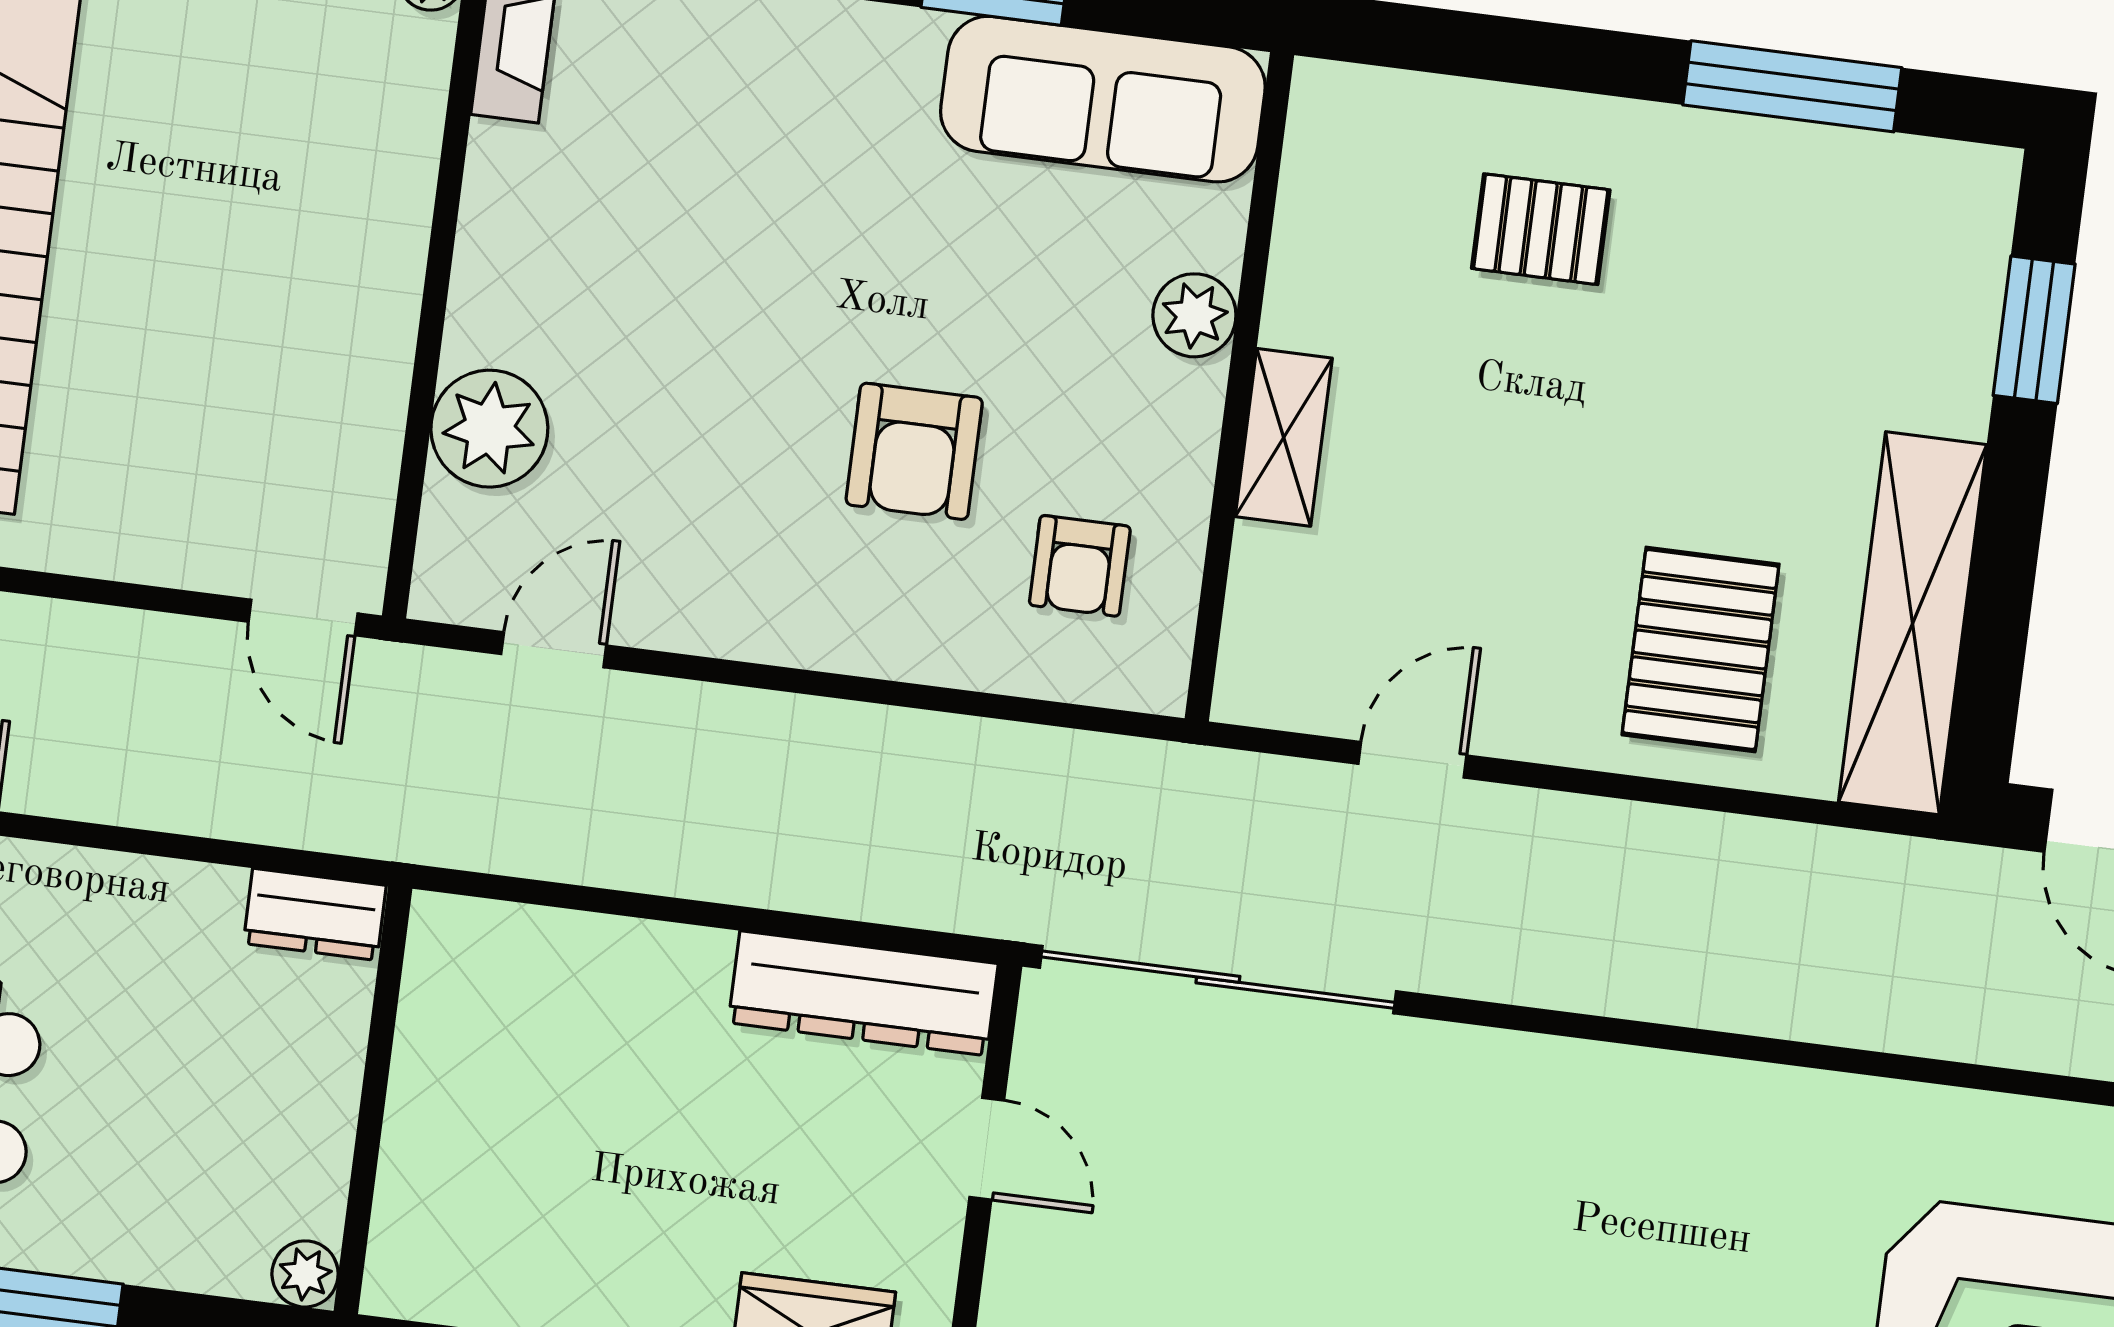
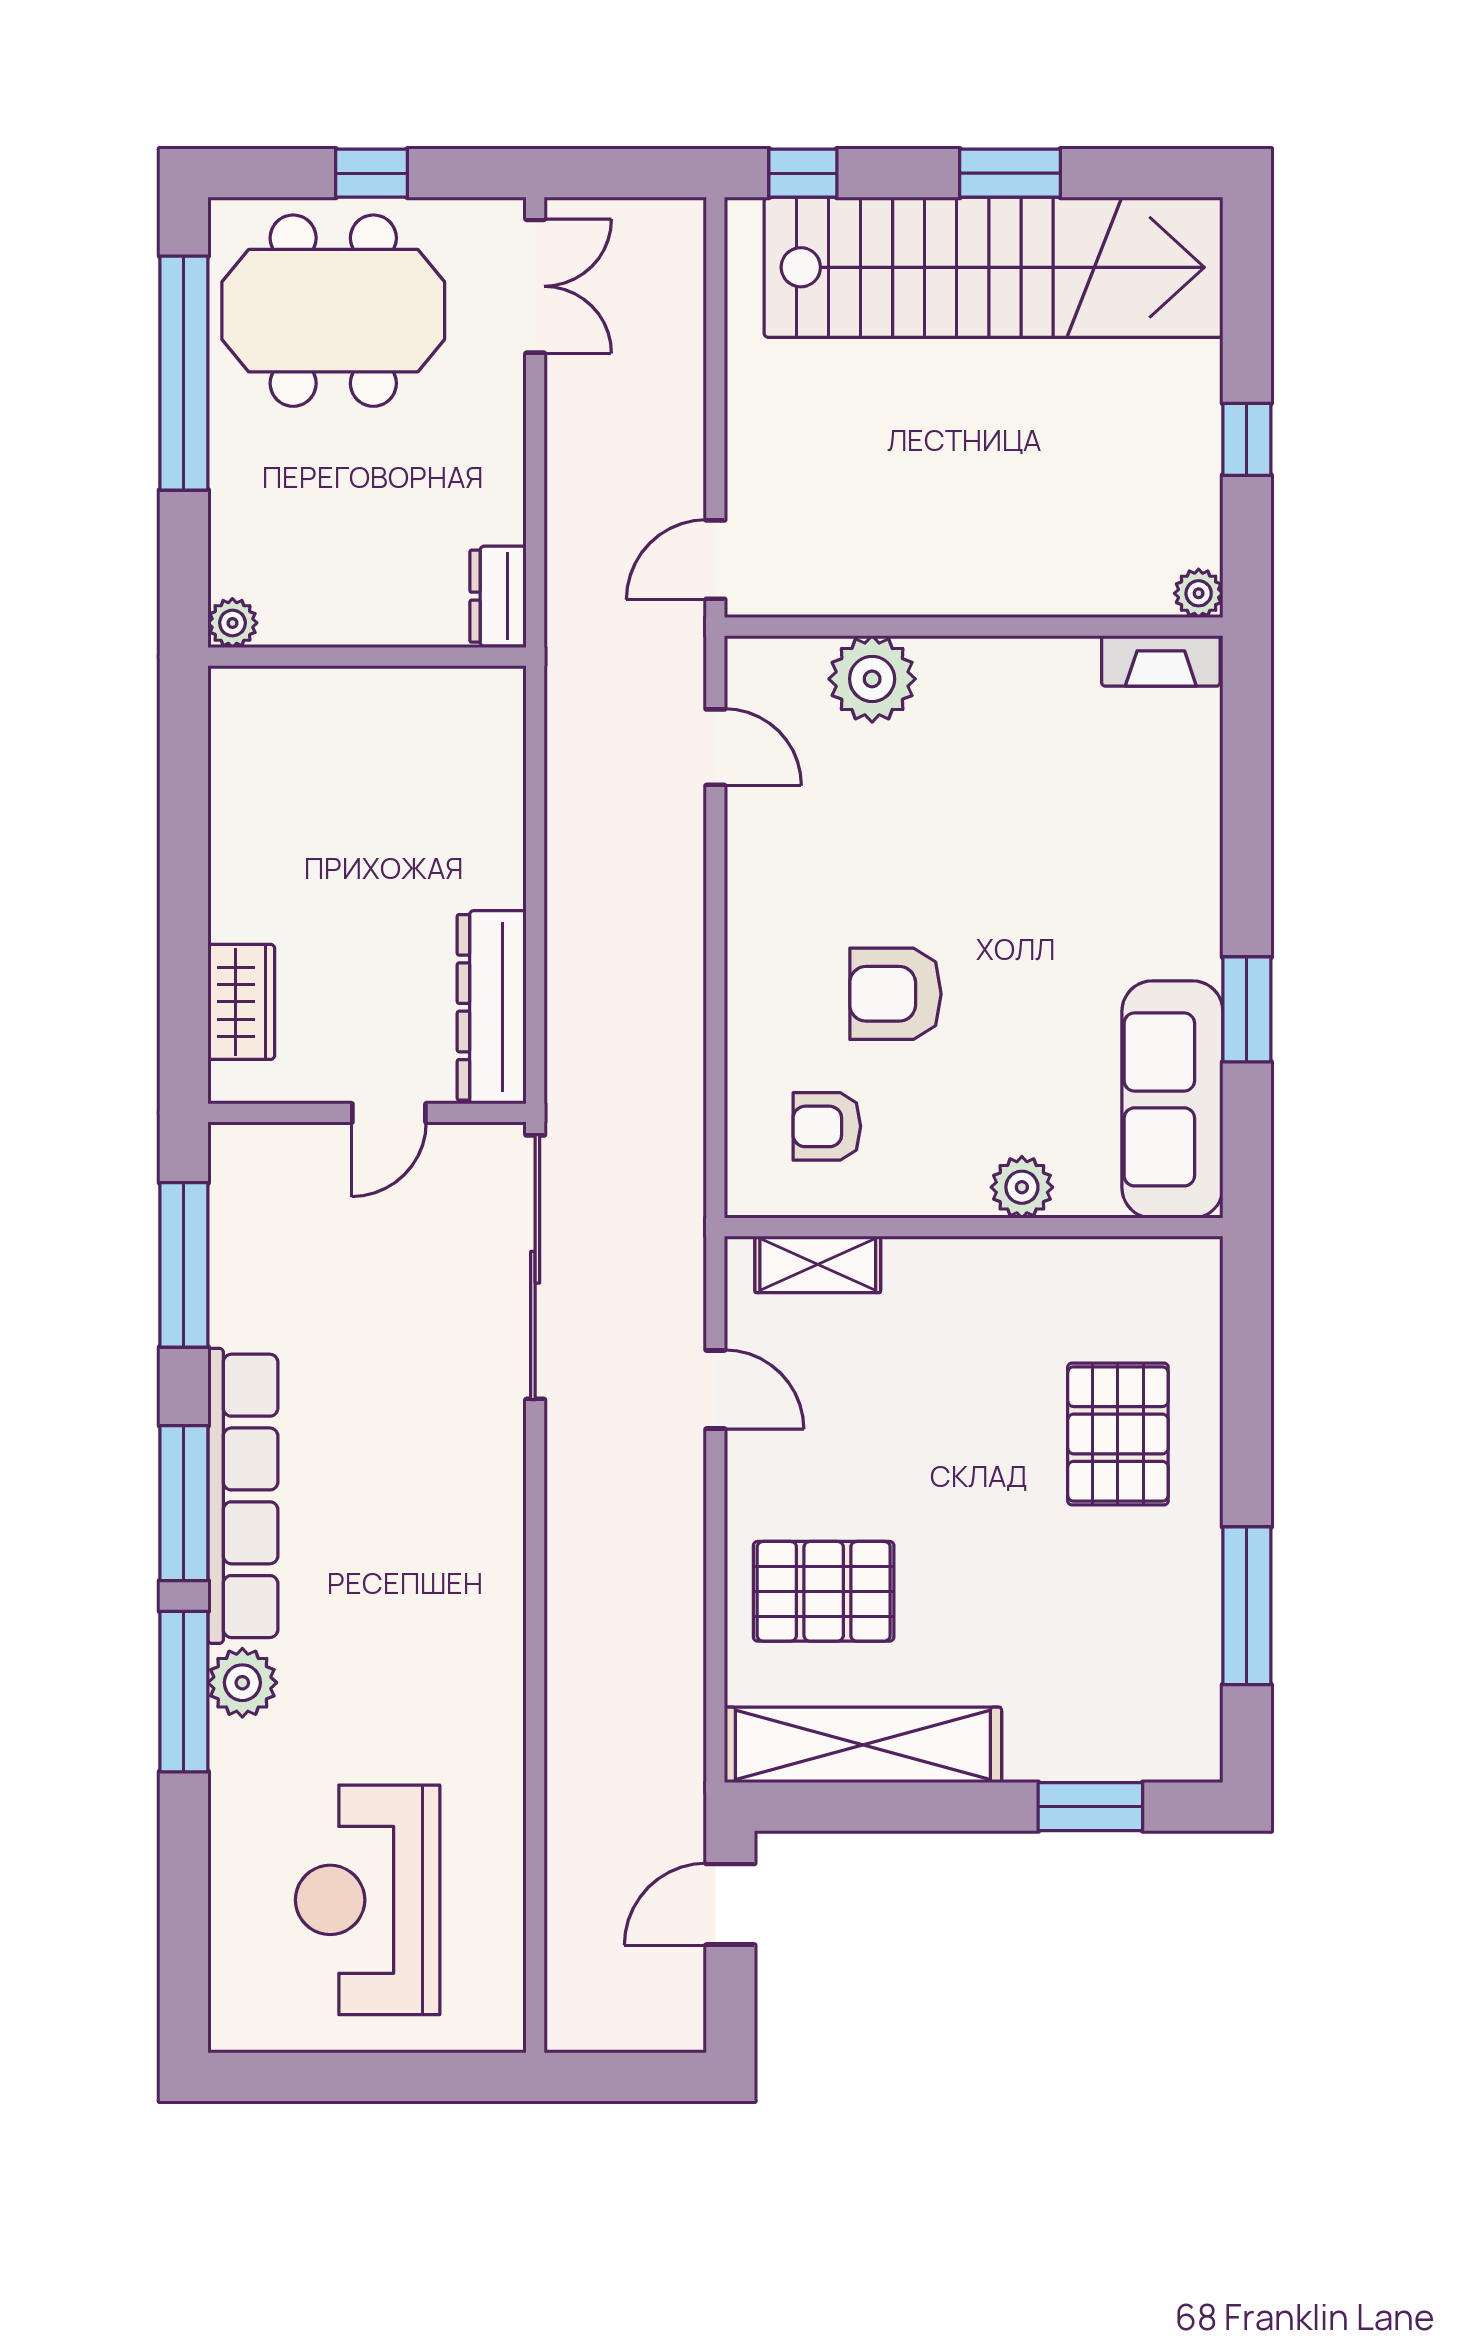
pallet: (1541, 229) -> (1118, 1434), width x1.50, depth x1.42
shelving: (1284, 437) -> (818, 1264), moved

